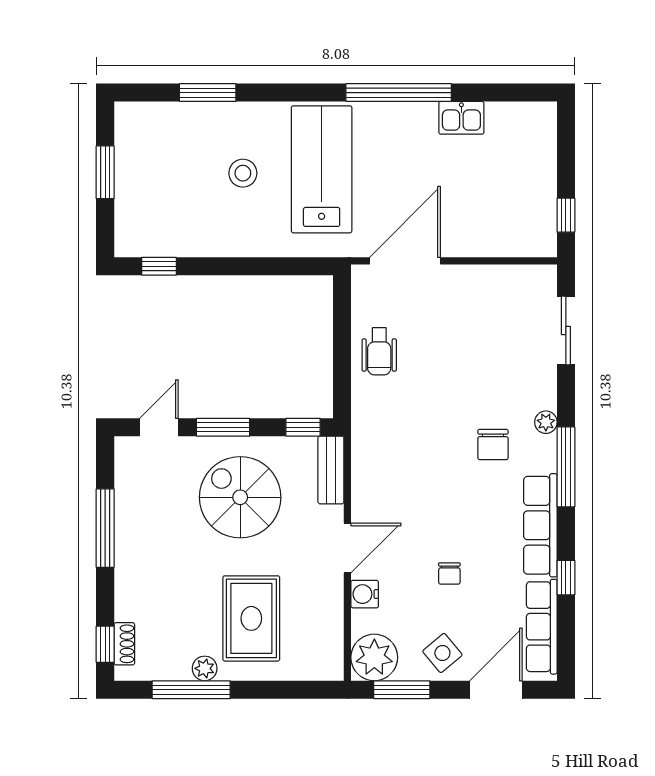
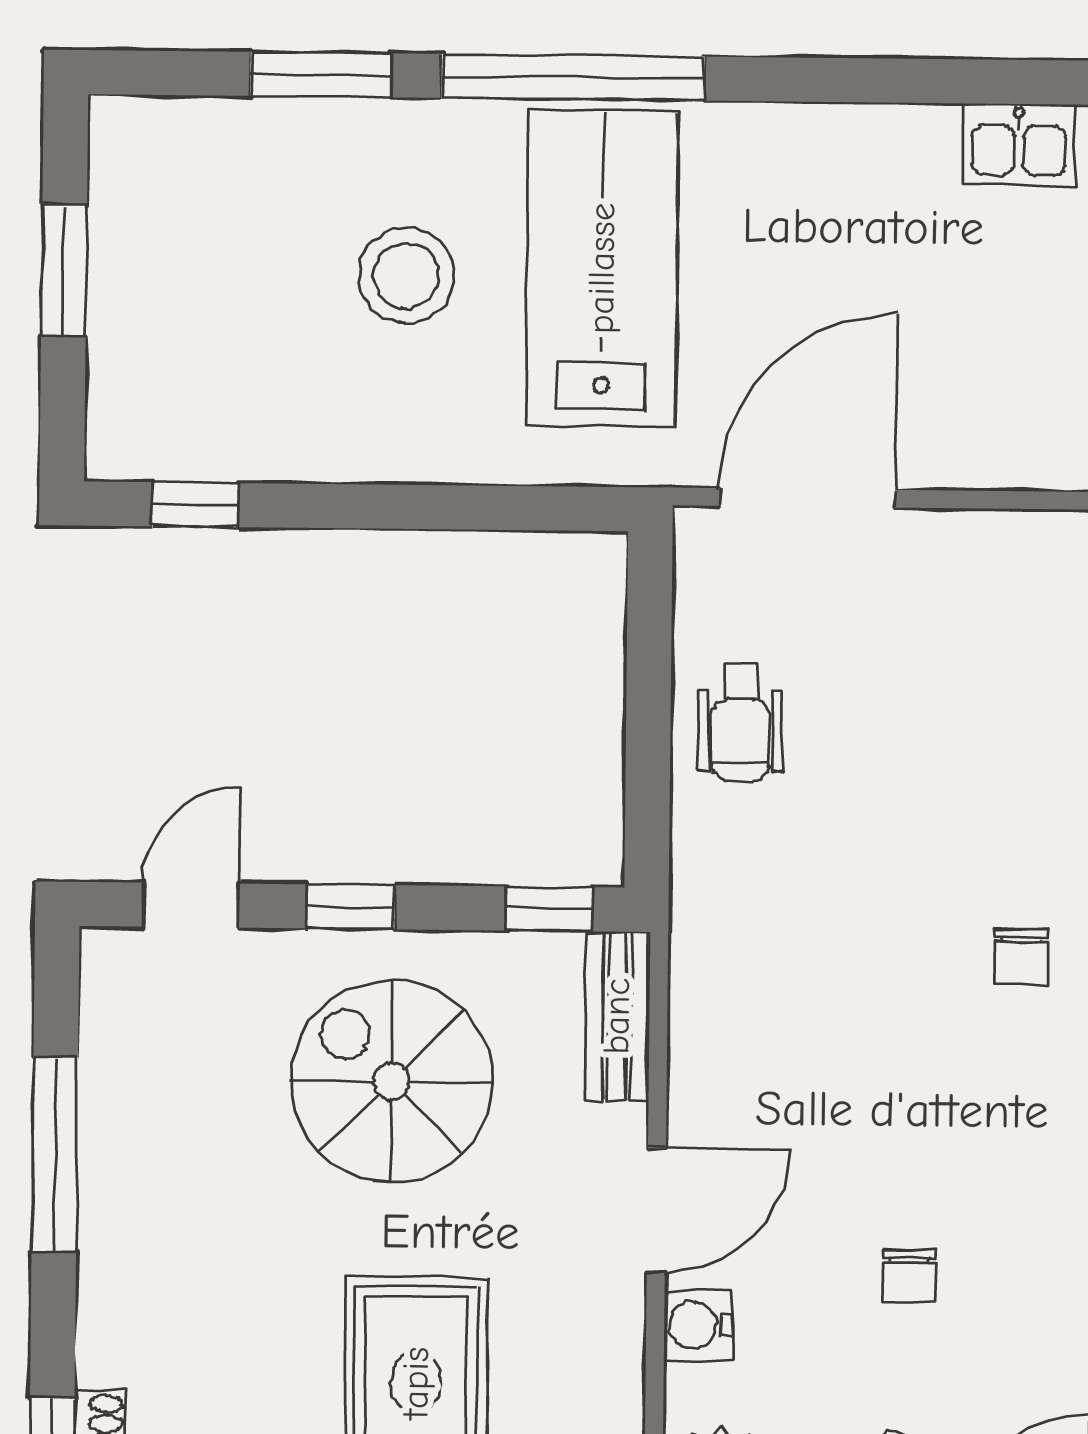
window: (399, 93) -> (573, 77), moved
kitchen sink: (461, 118) -> (1019, 145), moved
stool: (243, 173) -> (406, 276), width x1.38, depth x1.38
window: (223, 427) -> (350, 907), width x0.67
chair: (493, 445) -> (1021, 957), width x0.73, depth x0.73

